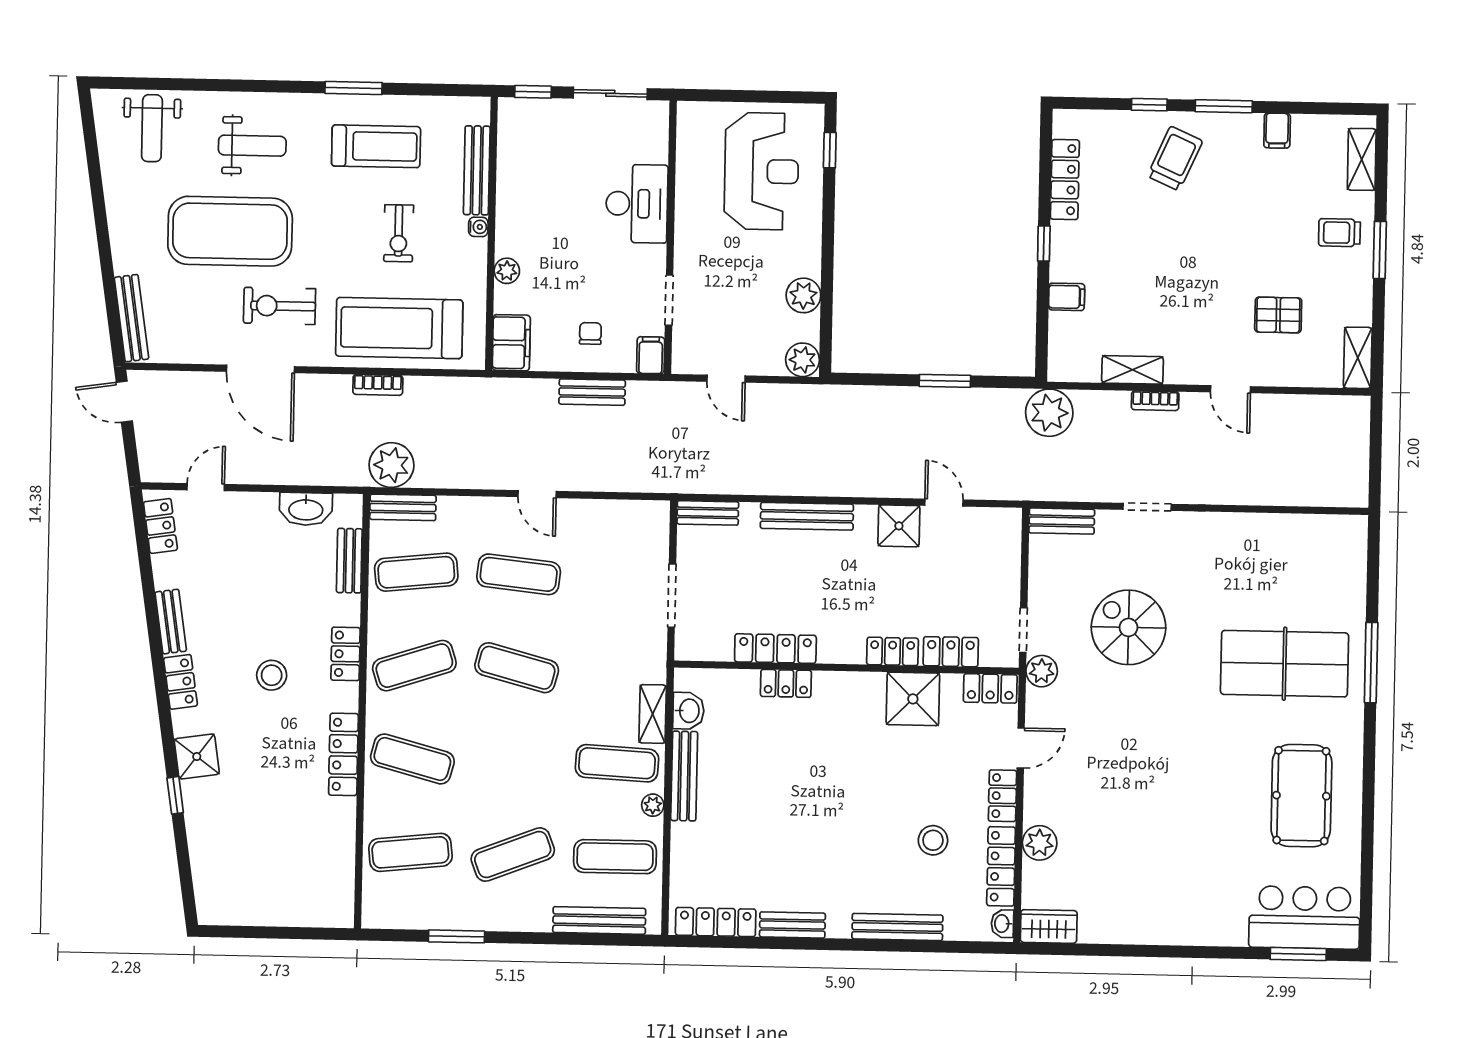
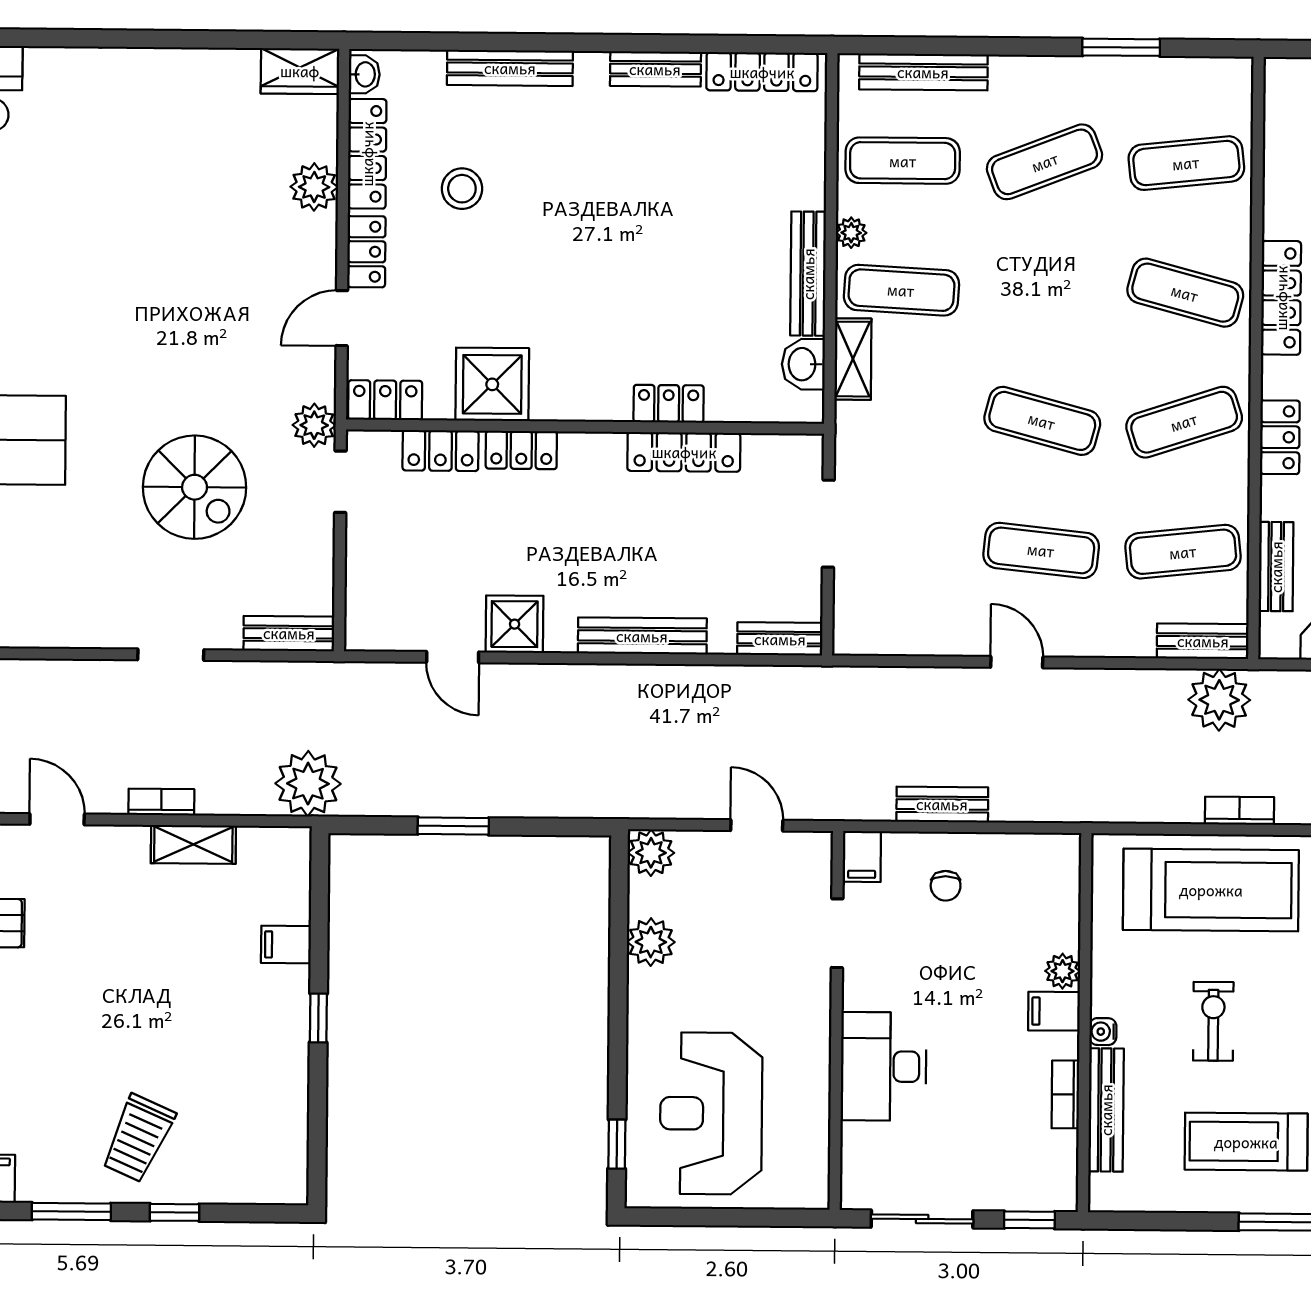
locker: (1065, 180) -> (290, 1107), removed
bookcase: (506, 182) -> (1065, 1094), added
filing cabinet: (511, 343) -> (1054, 1011), moved, width x0.50

